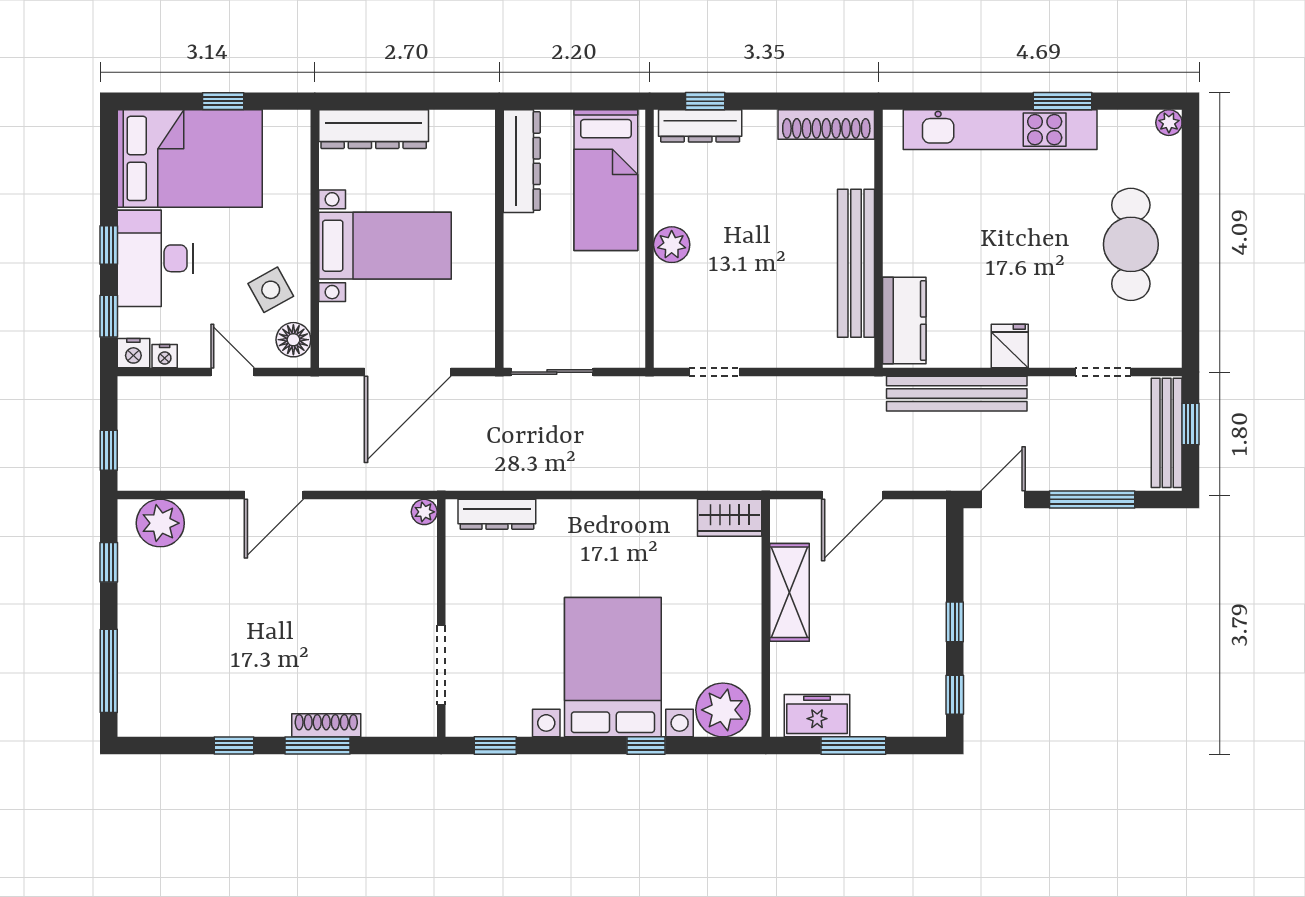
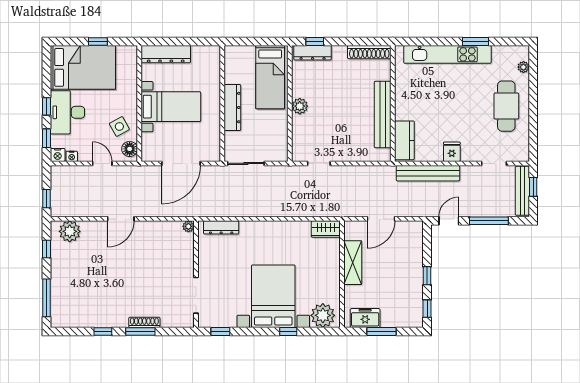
plant: (1169, 123) -> (523, 67), moved
dresser: (522, 161) -> (232, 108), moved

